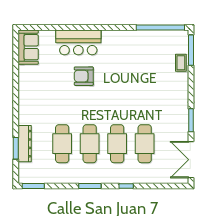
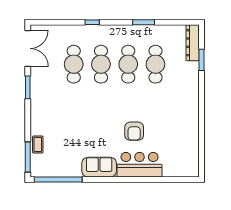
sofa: (28, 47) -> (99, 167), moved, turned 90
armchair: (84, 76) -> (134, 131), turned 90
dresser: (25, 144) -> (193, 43), moved
window: (33, 186) -> (184, 22), removed
window: (90, 186) -> (144, 22), moved

